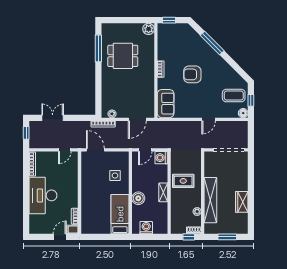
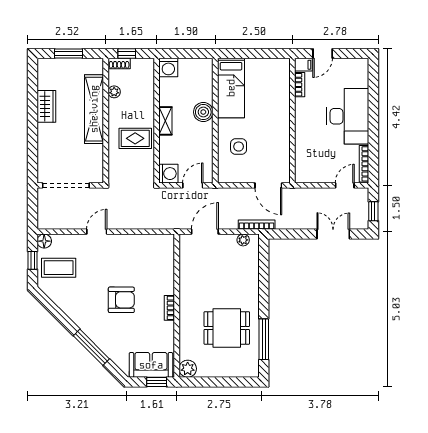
sofa: (166, 104) -> (151, 365), moved, turned 90
double door: (53, 118) -> (333, 234), swing flipped
door: (65, 150) -> (345, 185), moved
washing machine: (146, 228) -> (168, 67), moved

